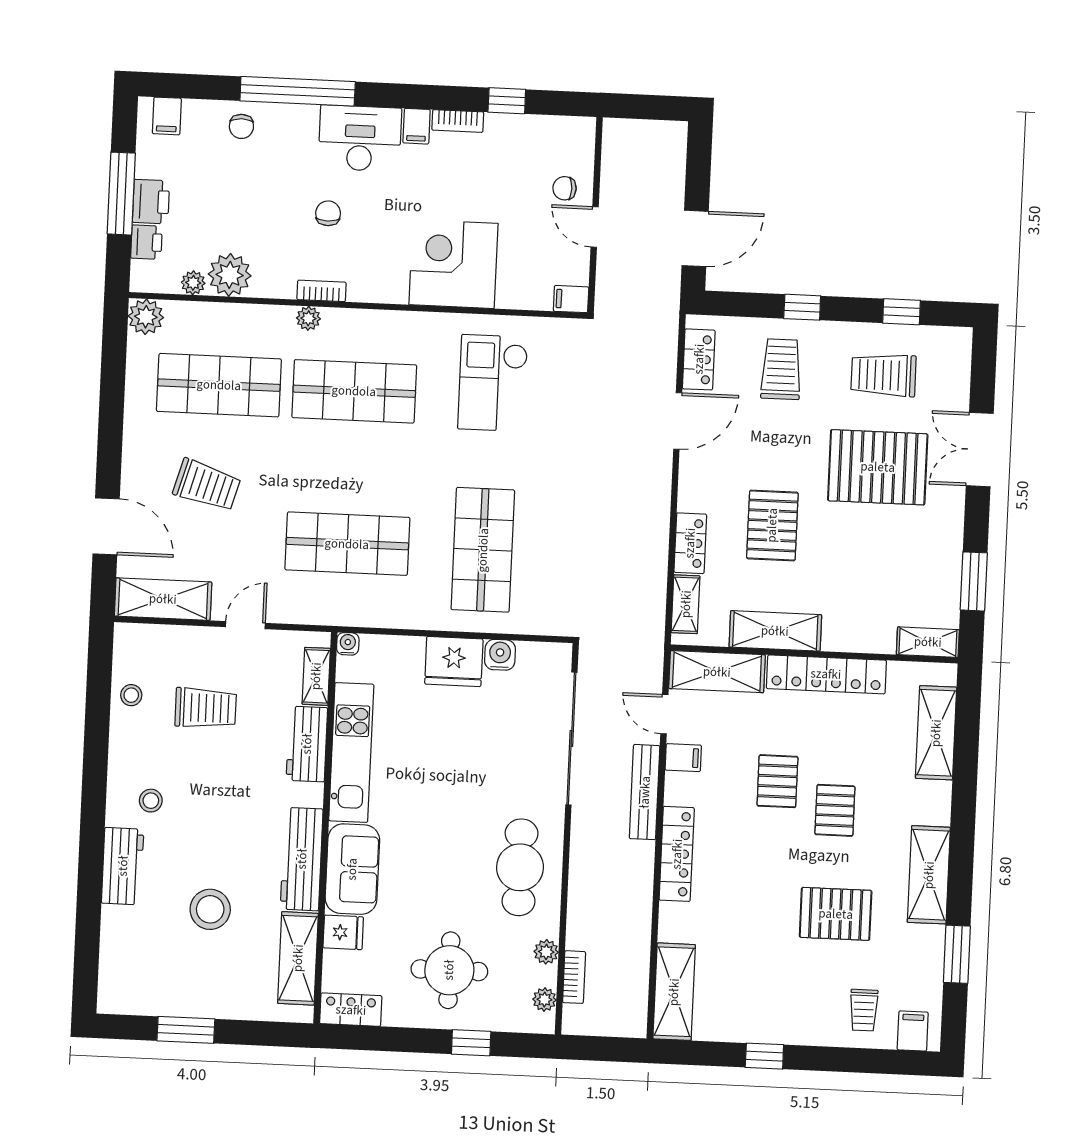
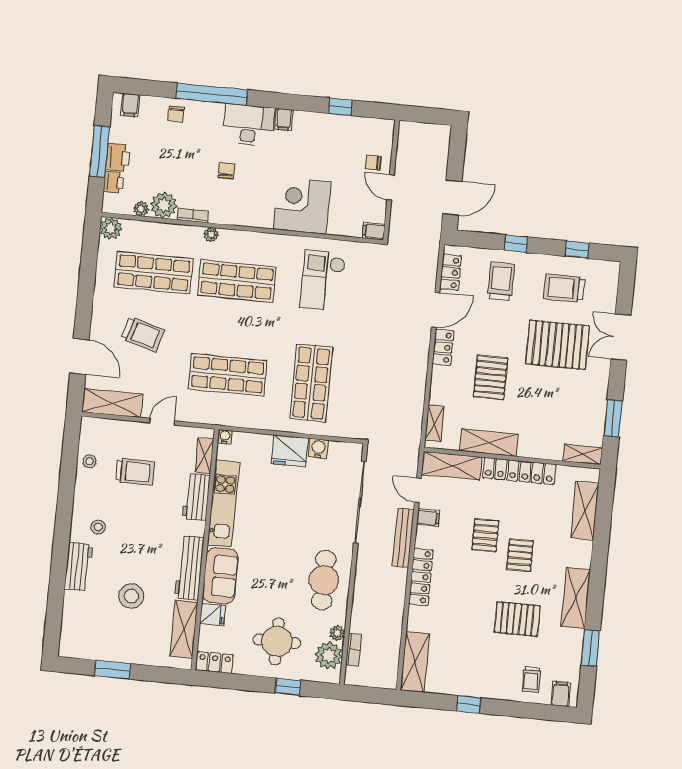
bookcase: (458, 121) -> (310, 118), removed
bookcase: (321, 291) -> (193, 215), moved
locker: (690, 543) -> (443, 347), moved
plant: (544, 1000) -> (329, 655), width x1.88, depth x1.88

